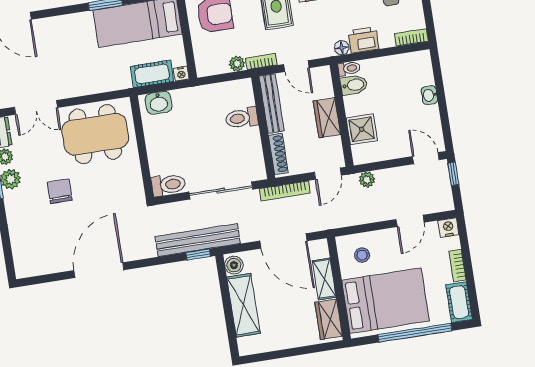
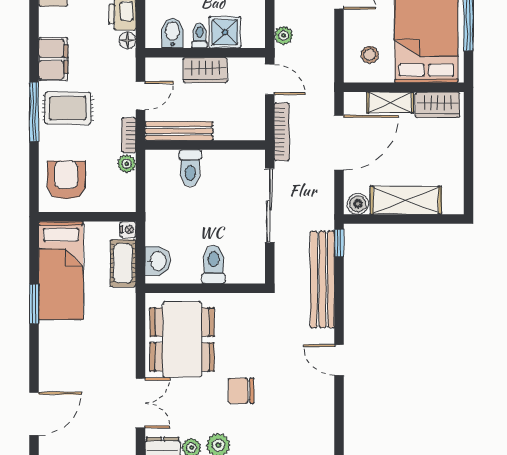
toilet: (349, 68) -> (200, 36), moved
shoe rack: (278, 154) -> (238, 133), removed
toilet: (168, 185) -> (214, 265), moved
bench: (198, 240) -> (322, 279), moved
door: (99, 270) -> (339, 360), width x0.53

